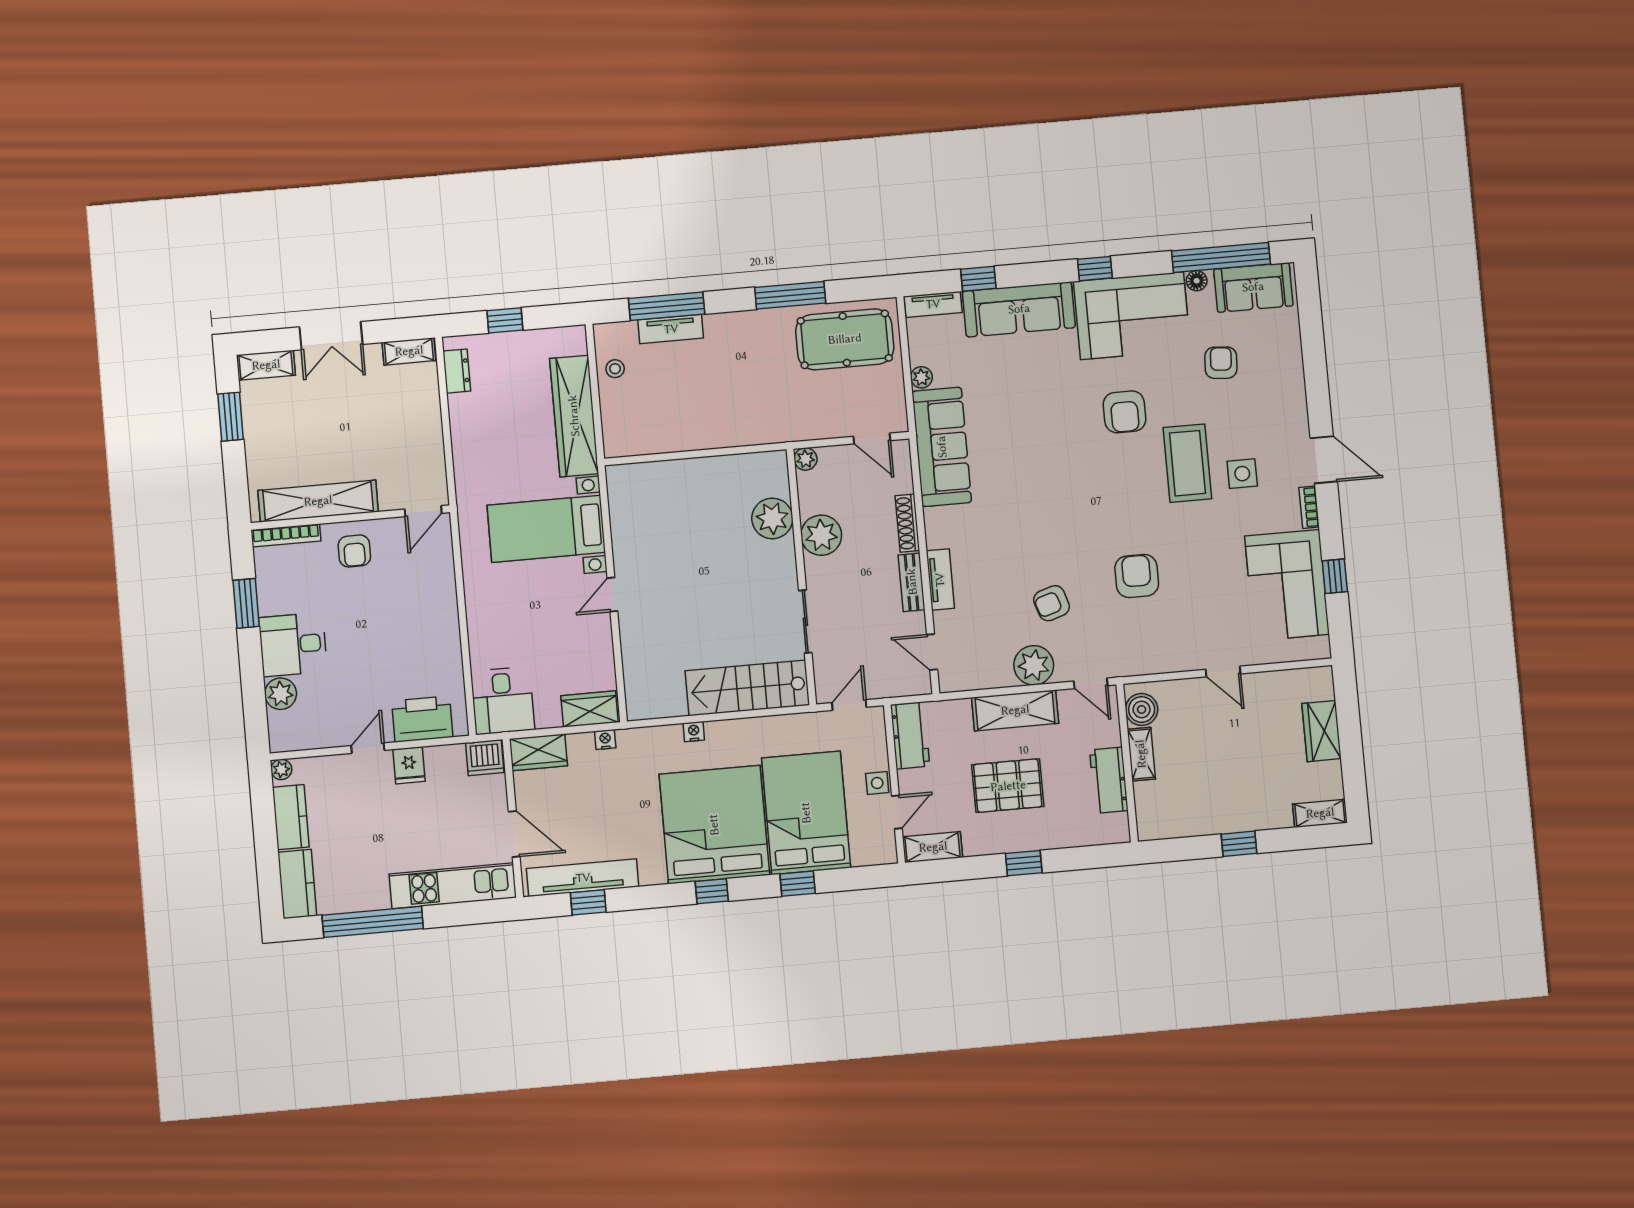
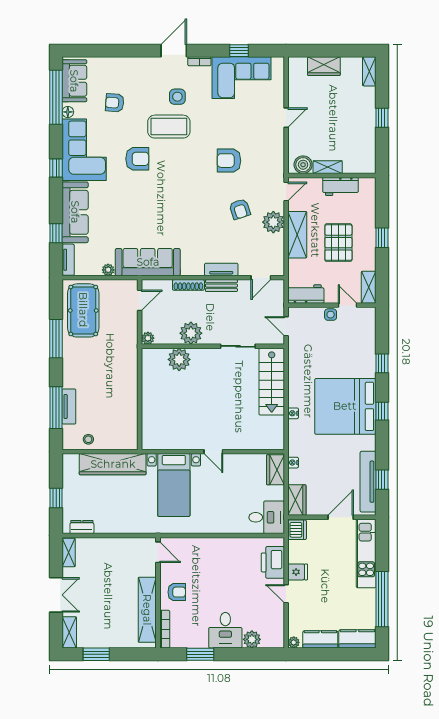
bed: (806, 813) -> (343, 355), removed

